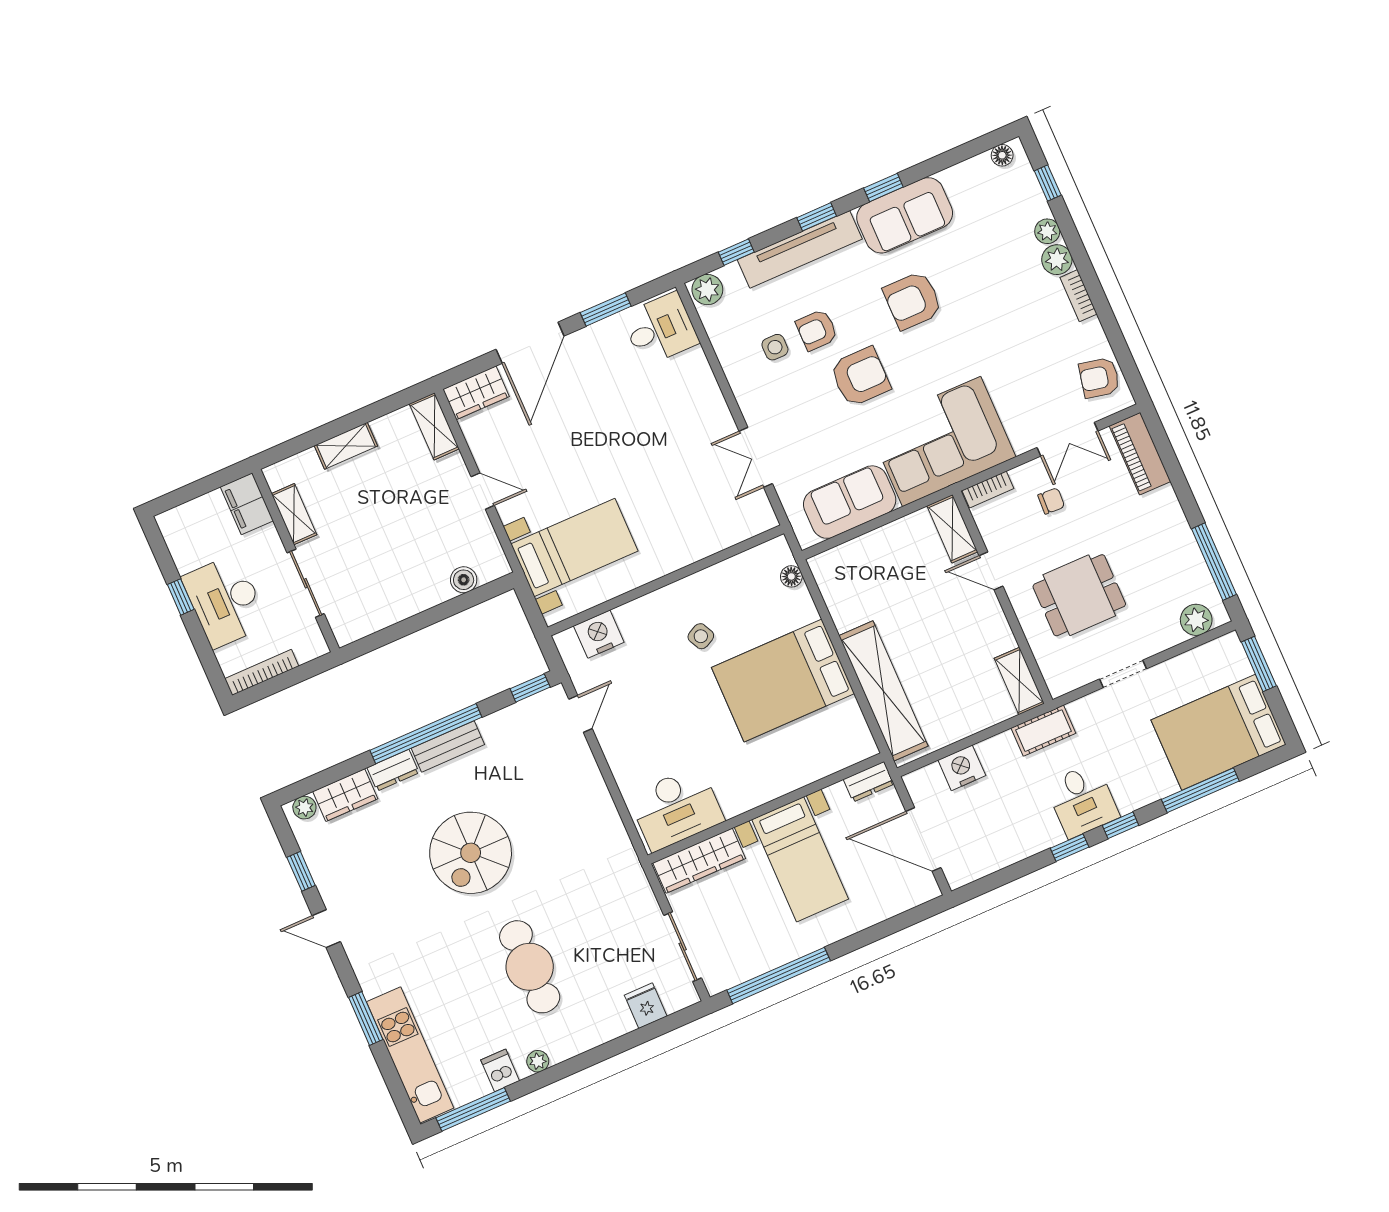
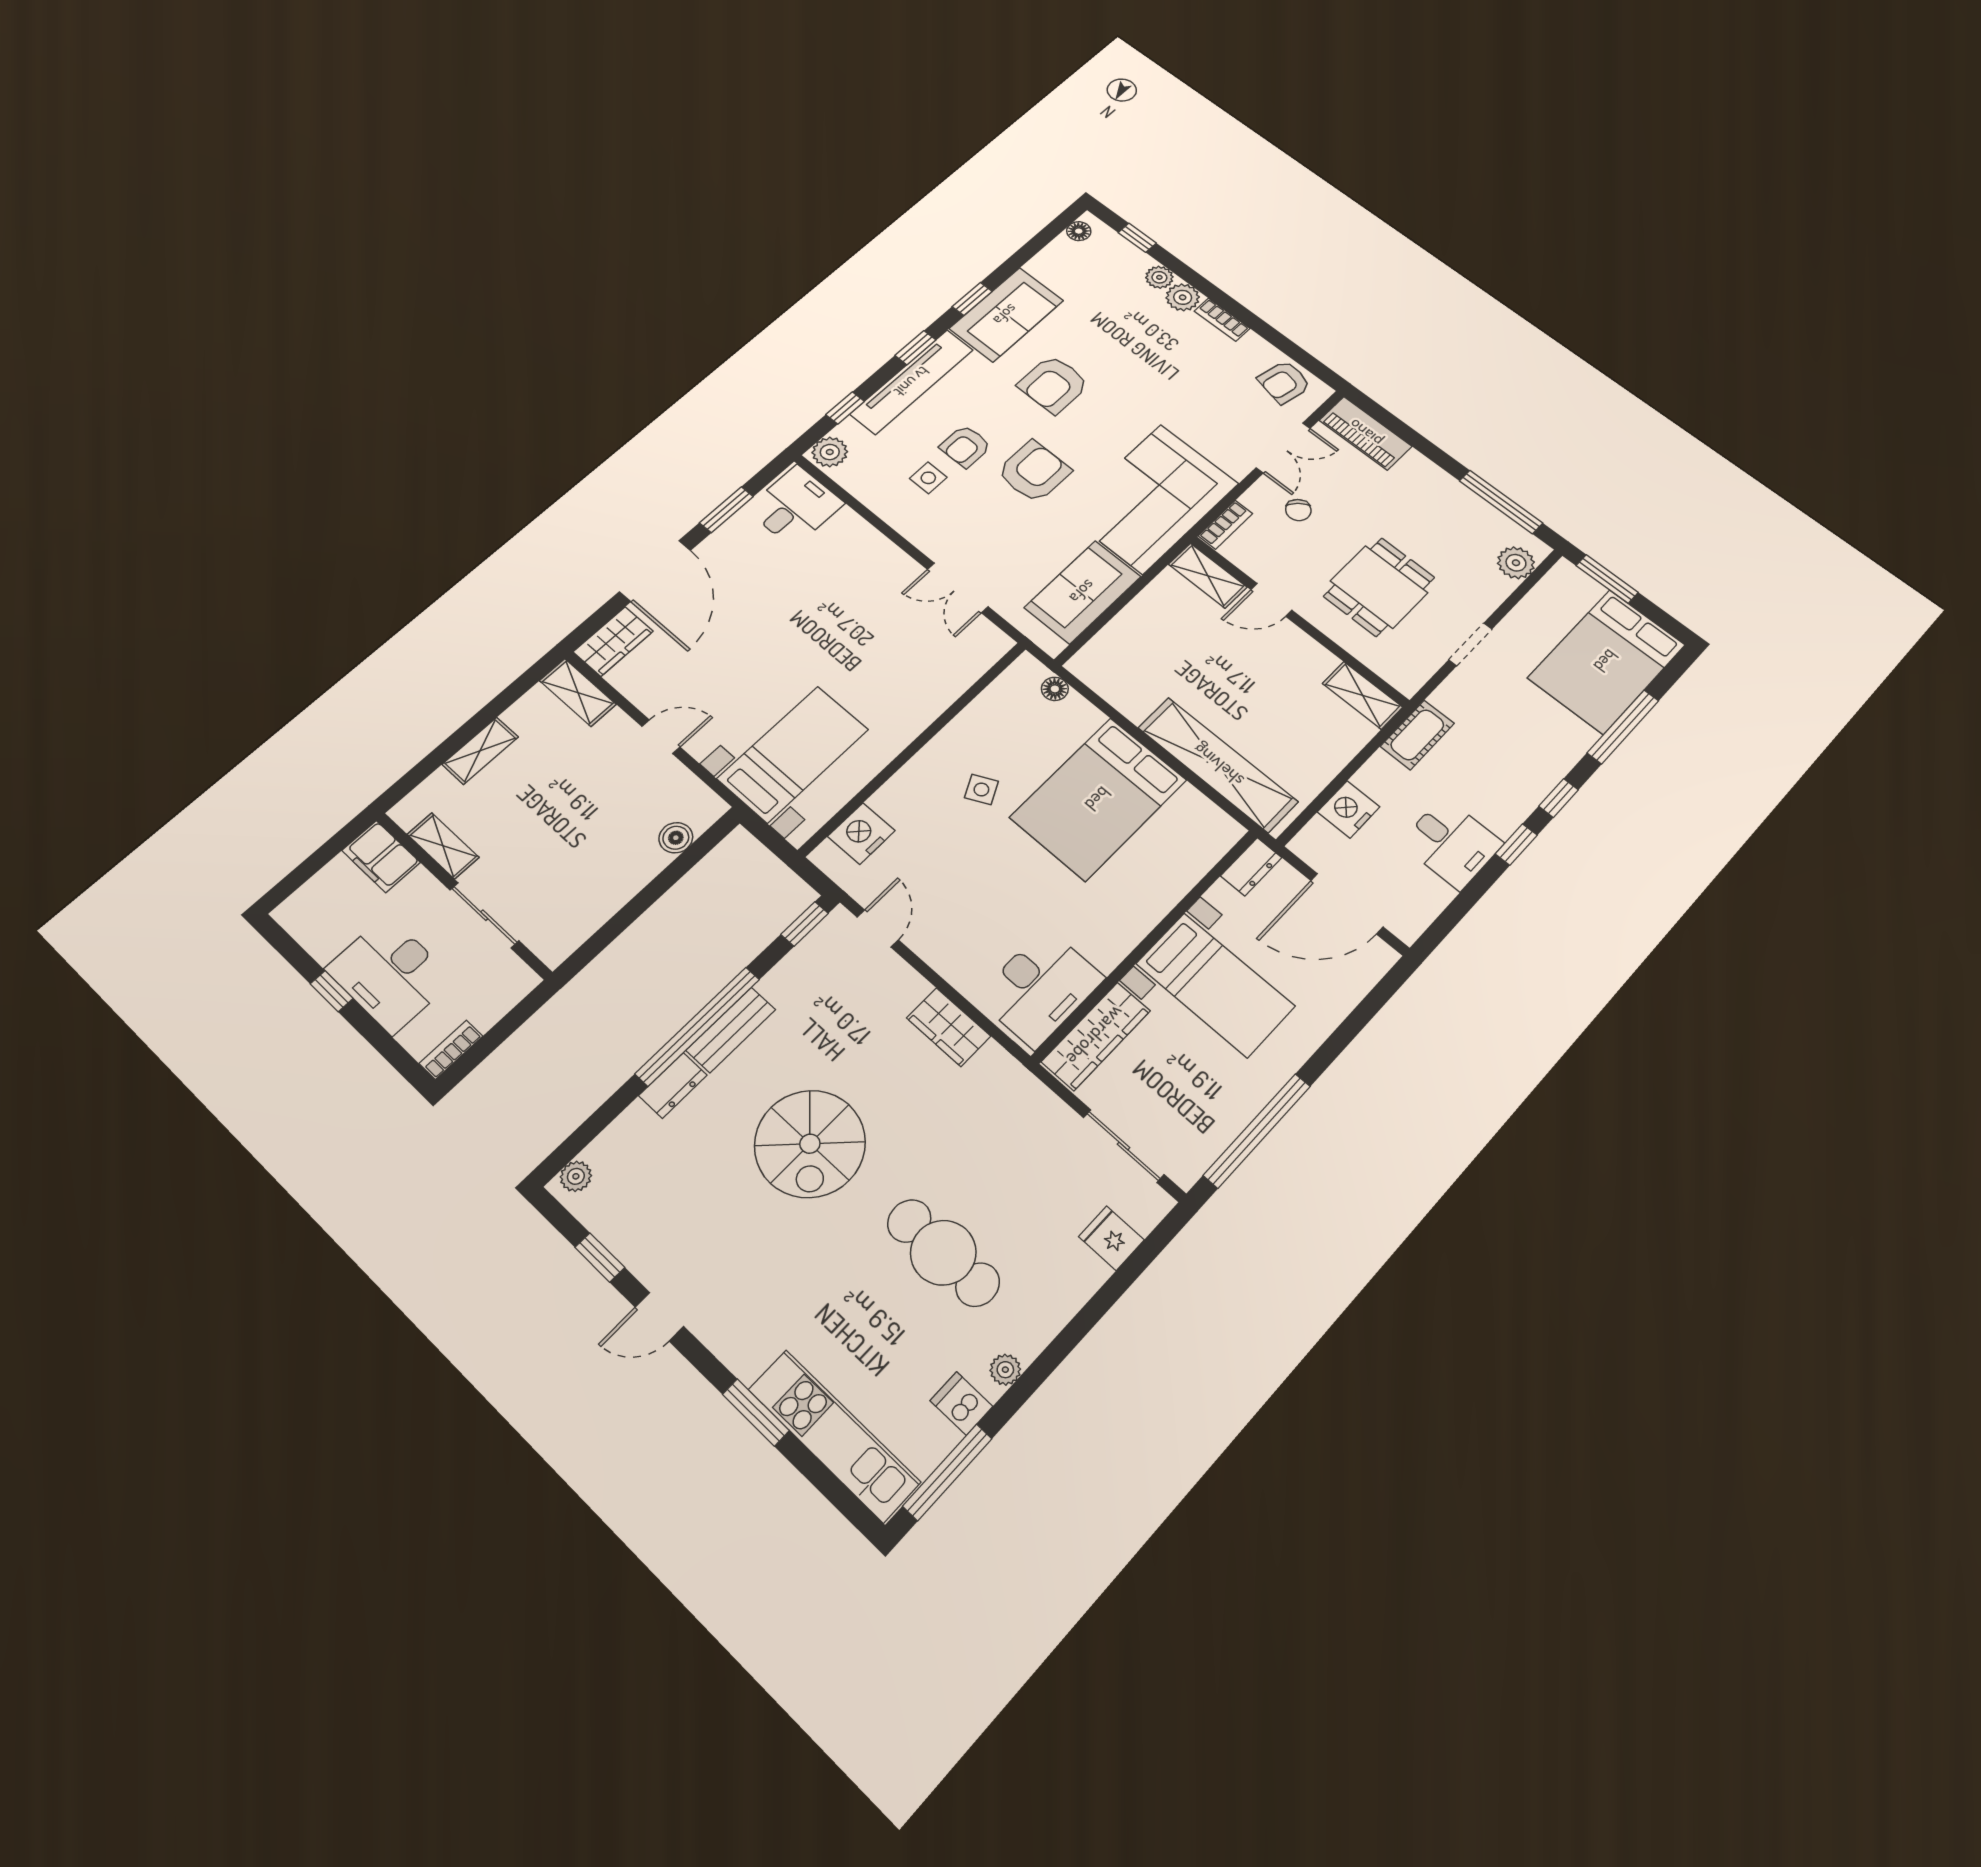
chair: (1051, 501) -> (1298, 510), turned 134
bookcase: (262, 672) -> (451, 1050), width x0.64
wardrobe: (345, 795) -> (949, 1027), moved, turned 90
desk: (1082, 800) -> (1451, 843), moved

